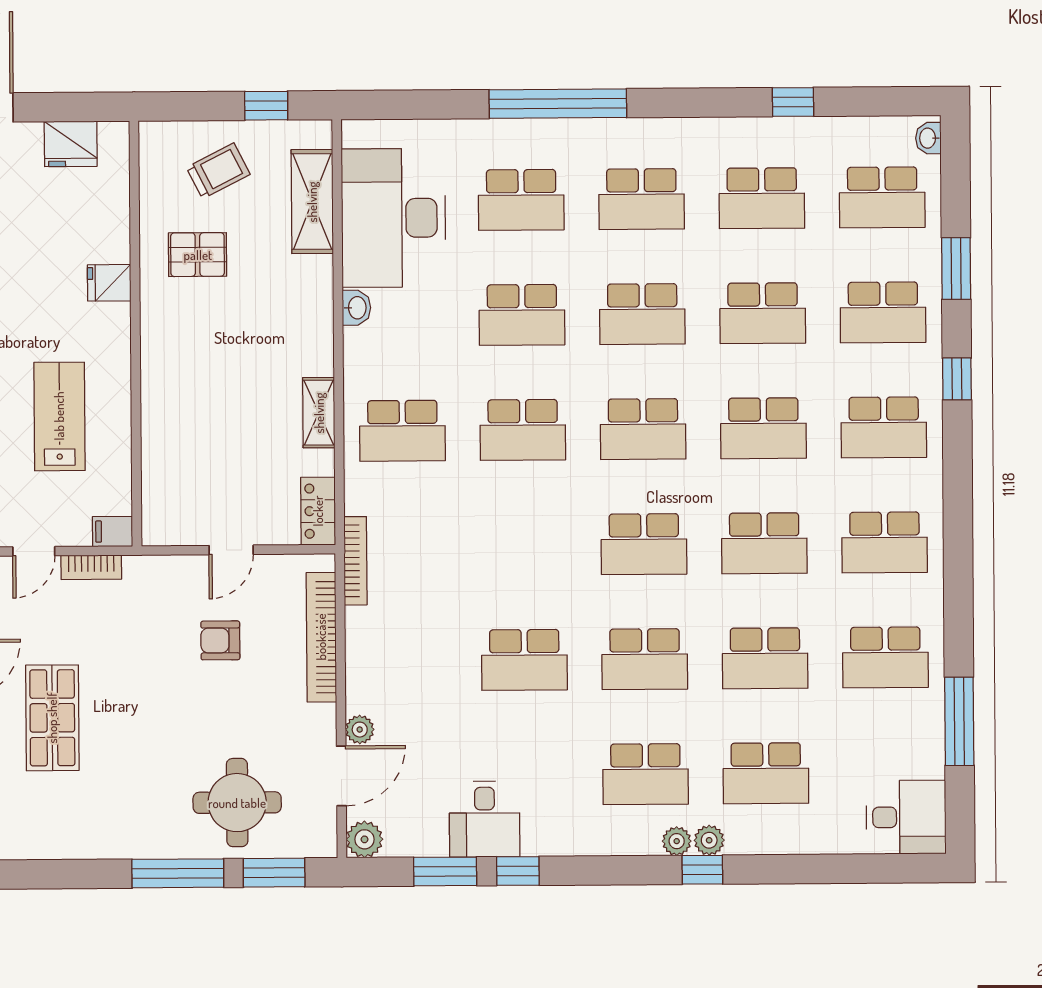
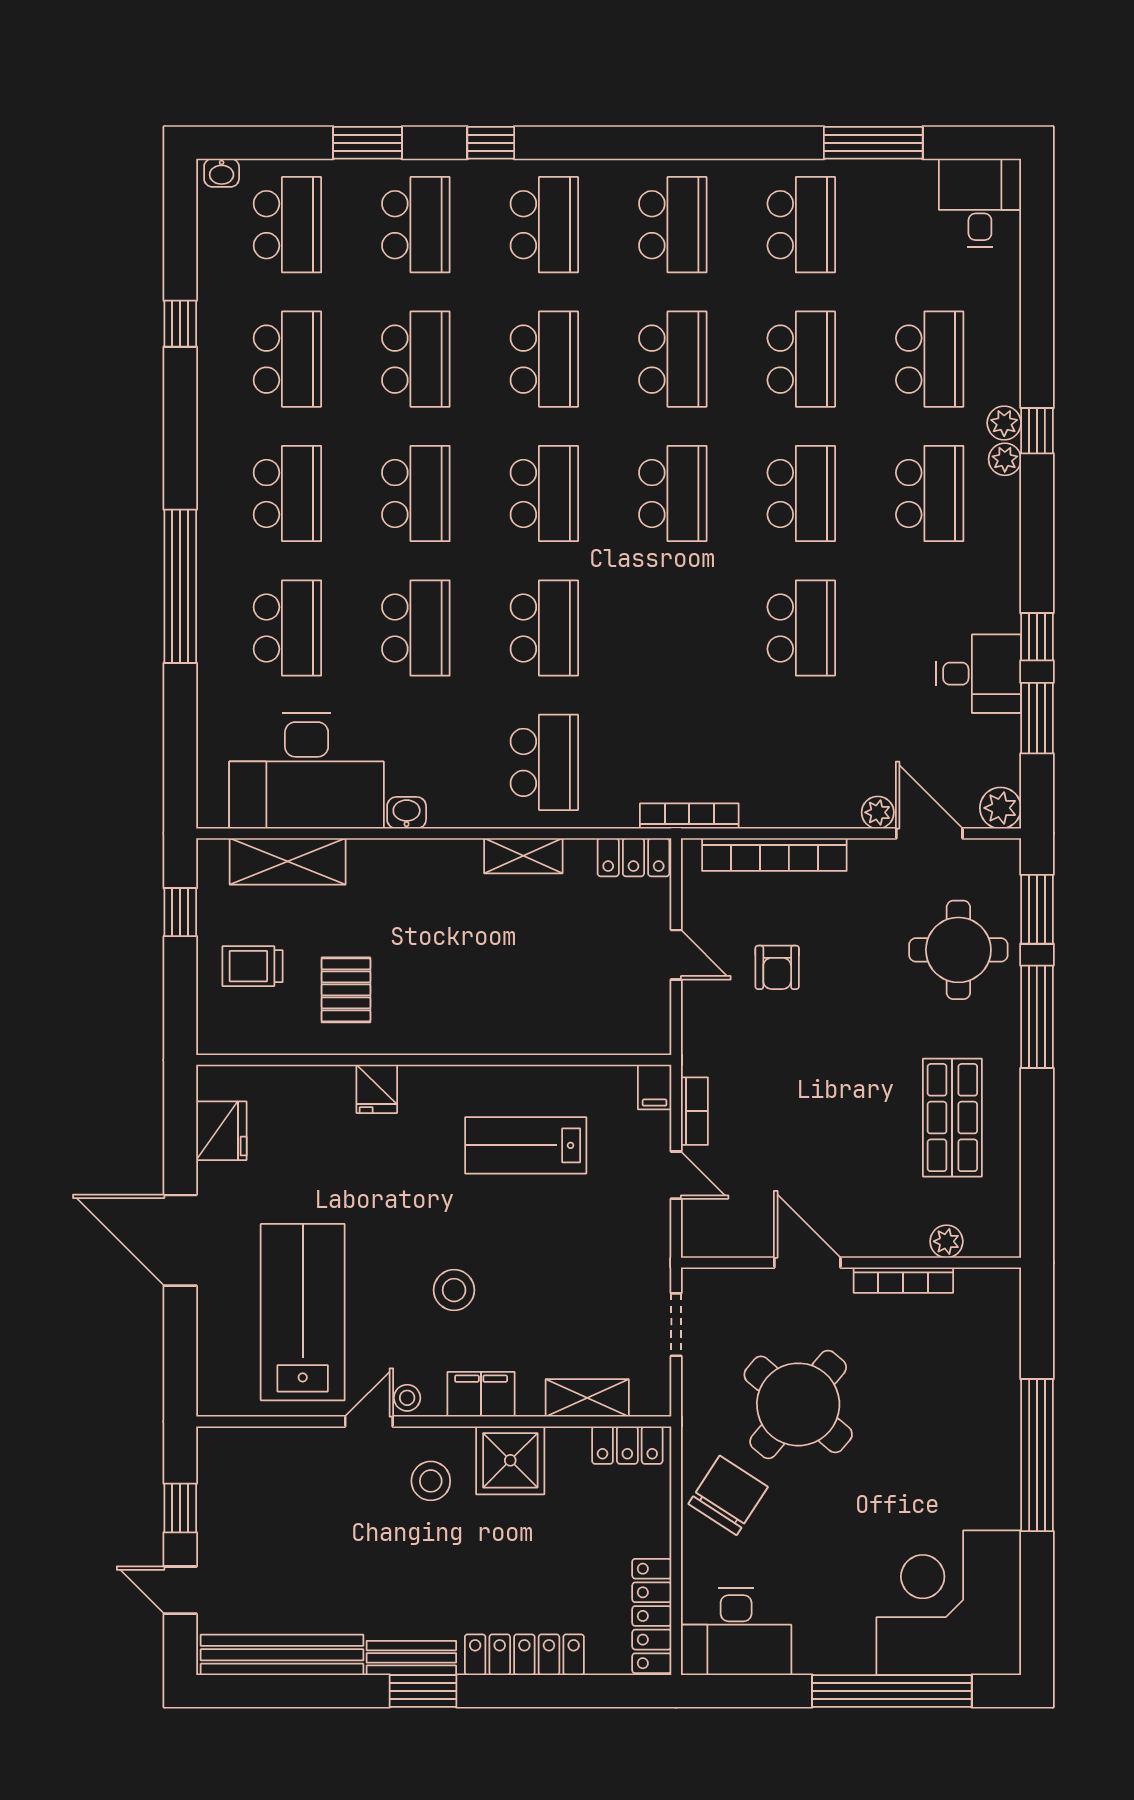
trolley: (218, 171) -> (253, 966), turned -63
shop shelf: (52, 718) -> (952, 1118), moved, turned 90

